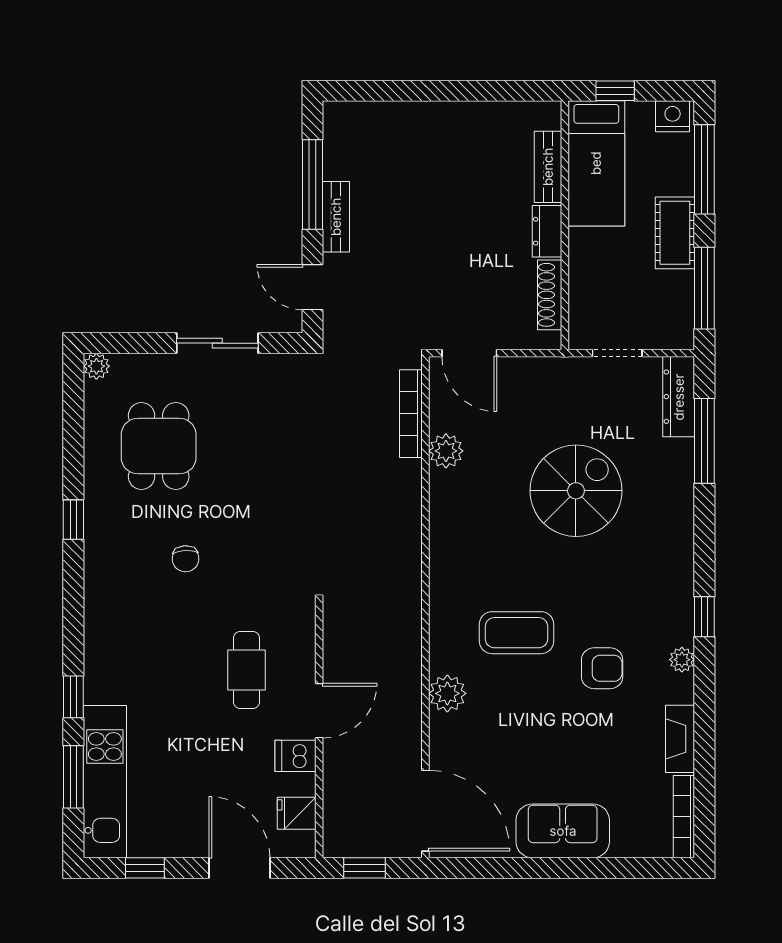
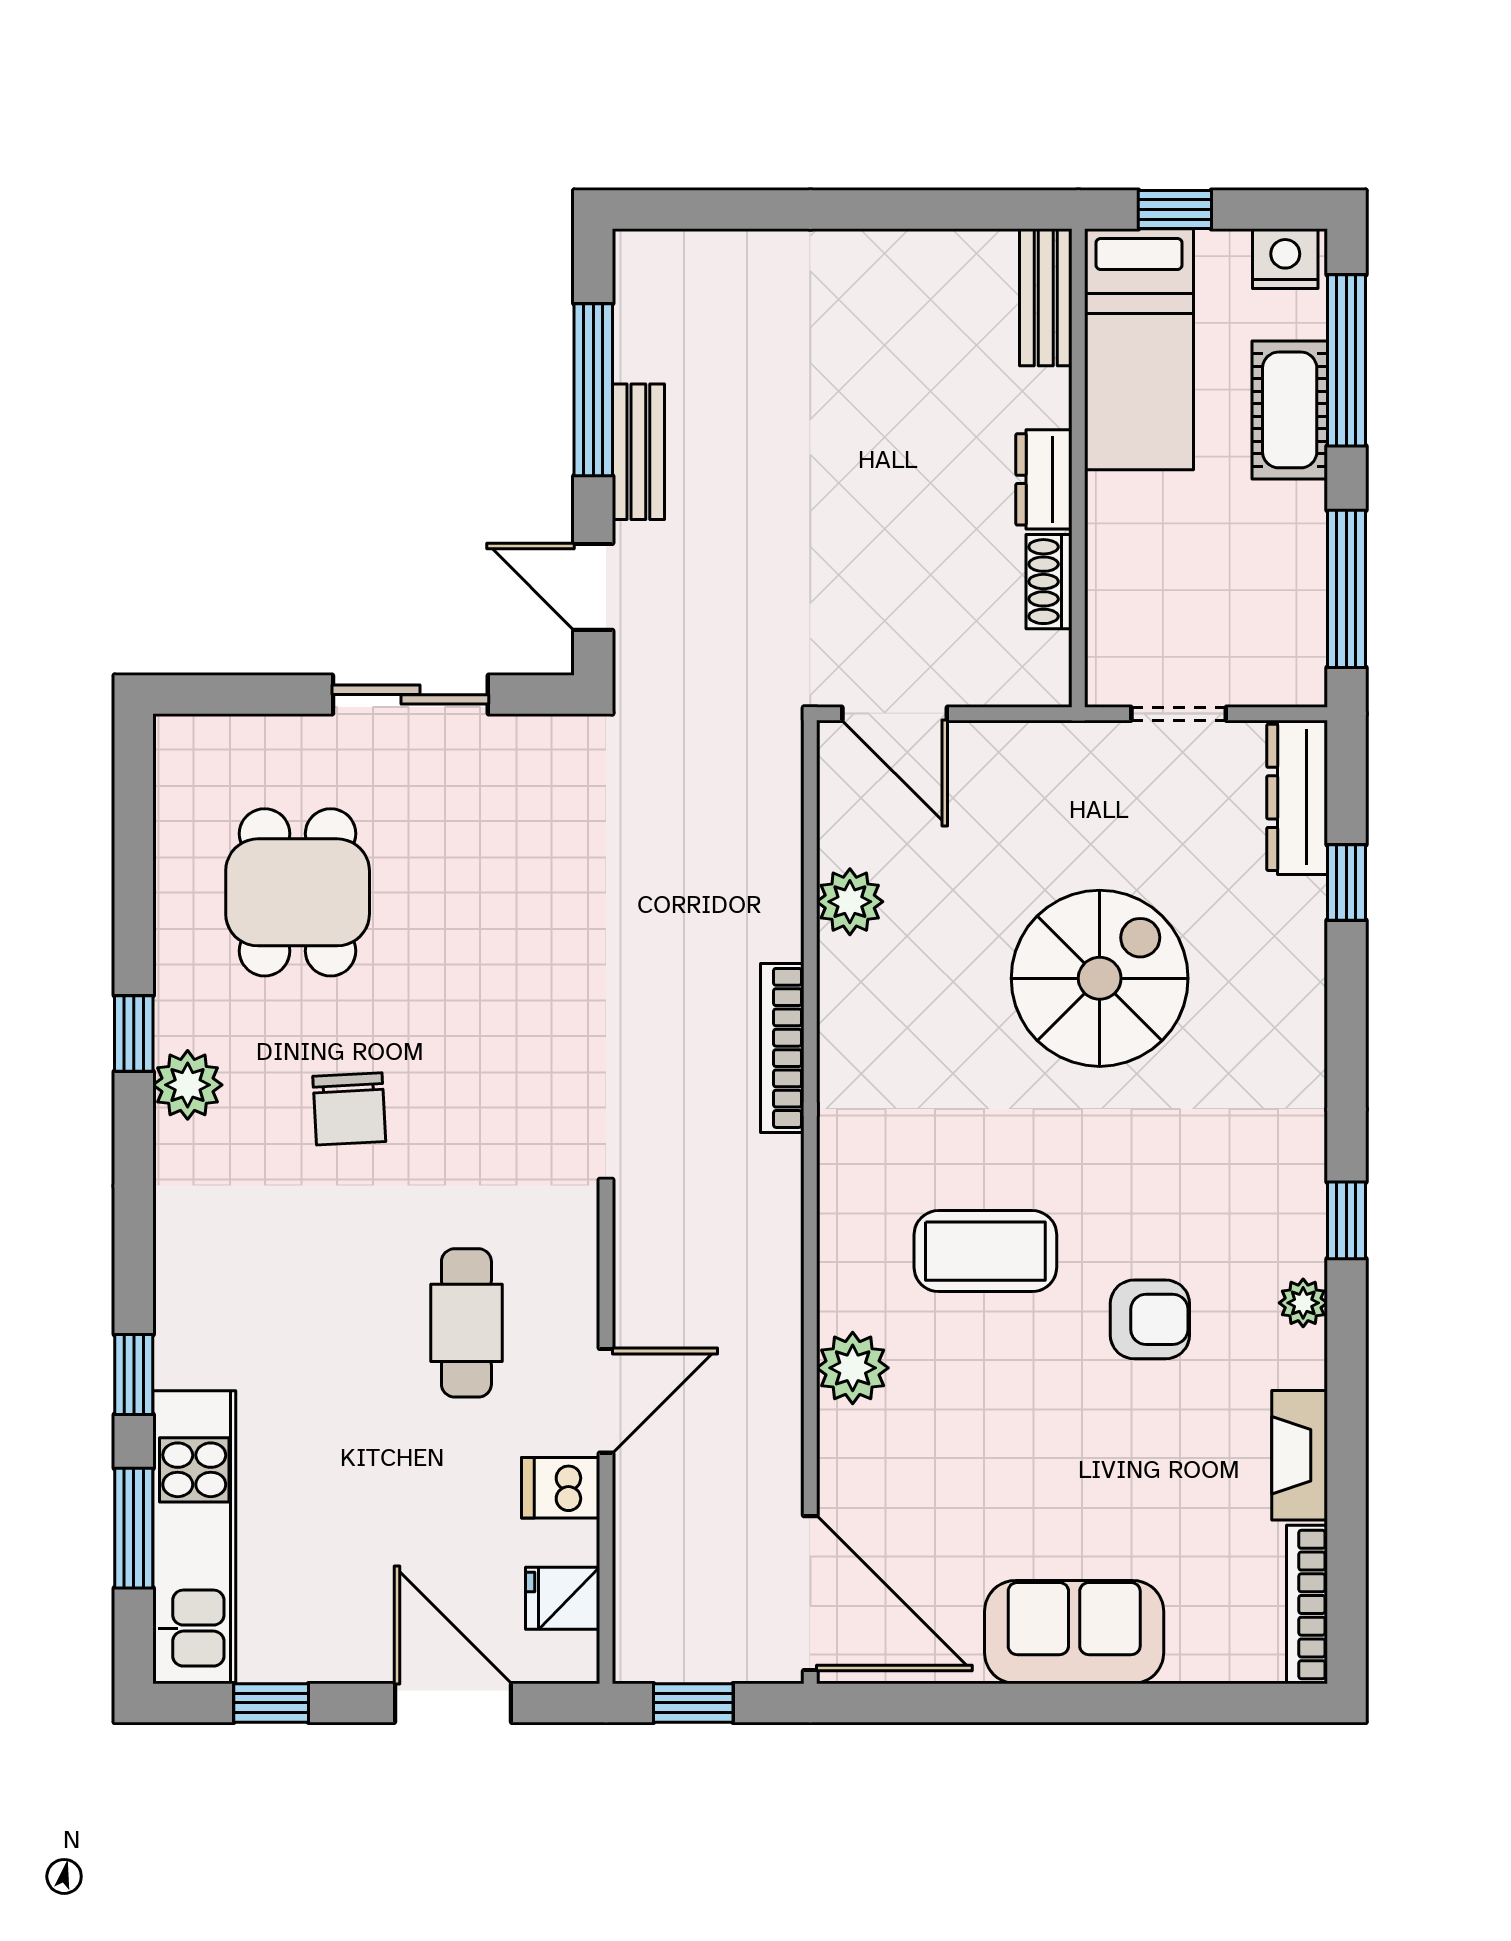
bench: (548, 167) -> (1046, 297), moved
cot: (675, 233) -> (1290, 410), moved
shoe rack: (550, 295) -> (1049, 582), width x0.70
plant: (96, 366) -> (188, 1085), moved, width x1.38, depth x1.38
bookcase: (411, 414) -> (782, 1048), moved
window: (704, 441) -> (1346, 882), width x0.46
chair: (186, 559) -> (349, 1109), width x1.37, depth x1.37

